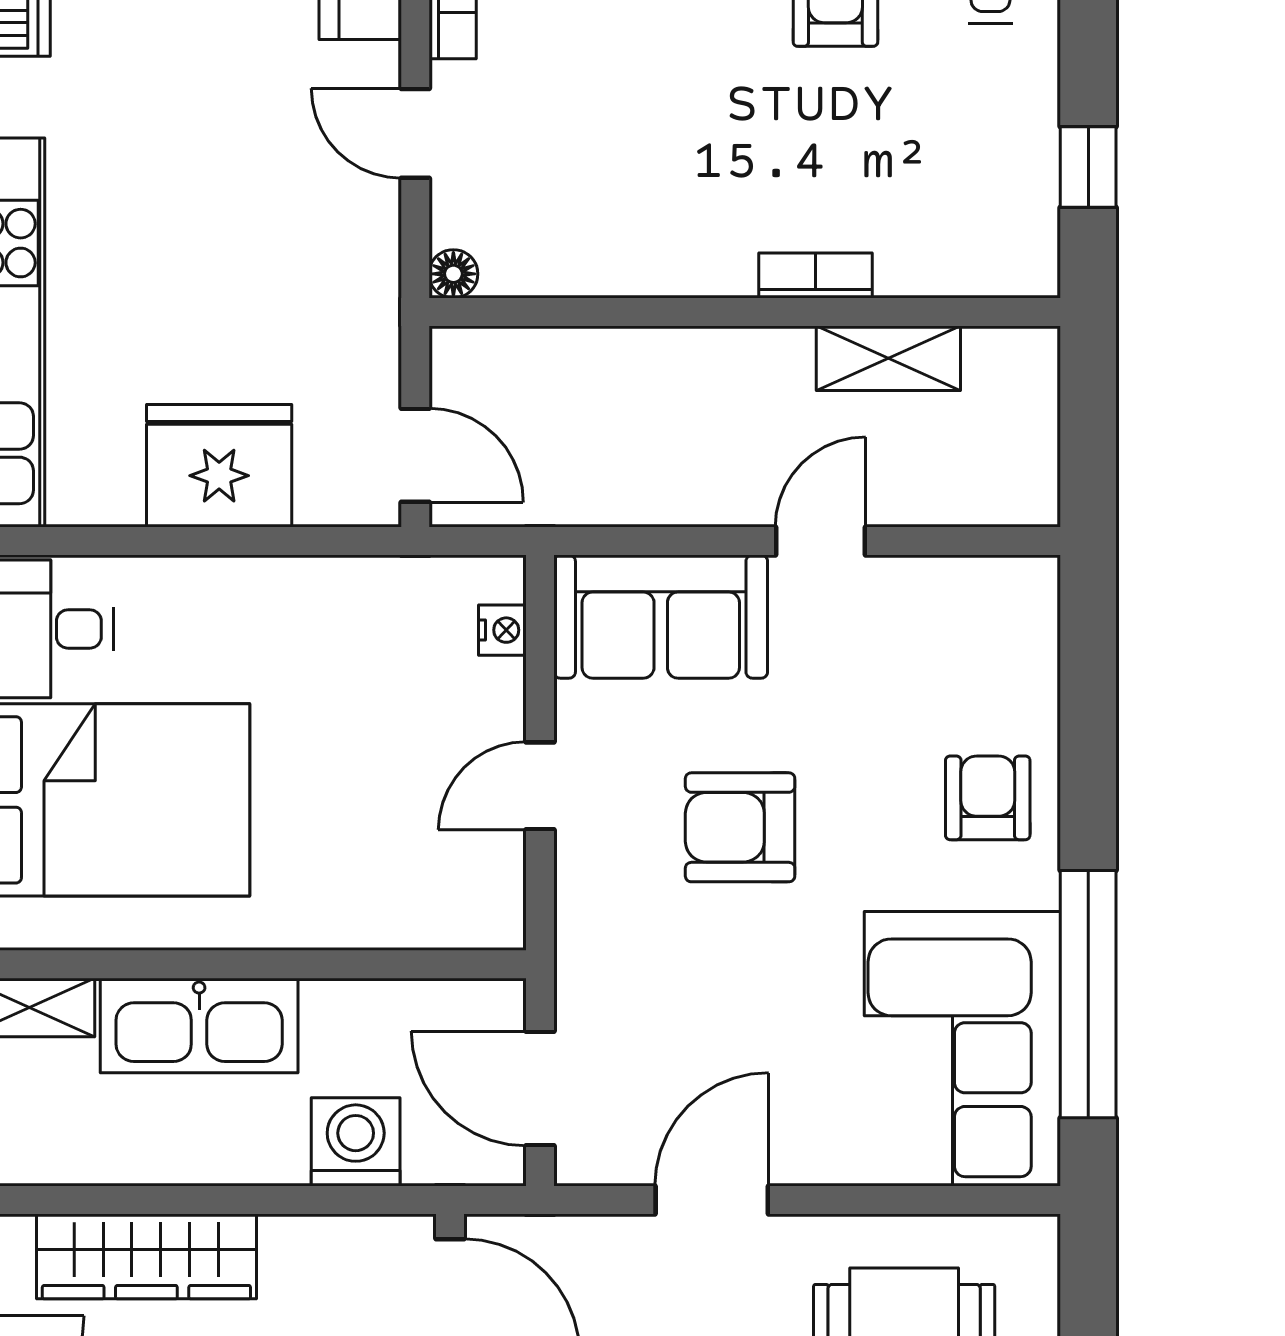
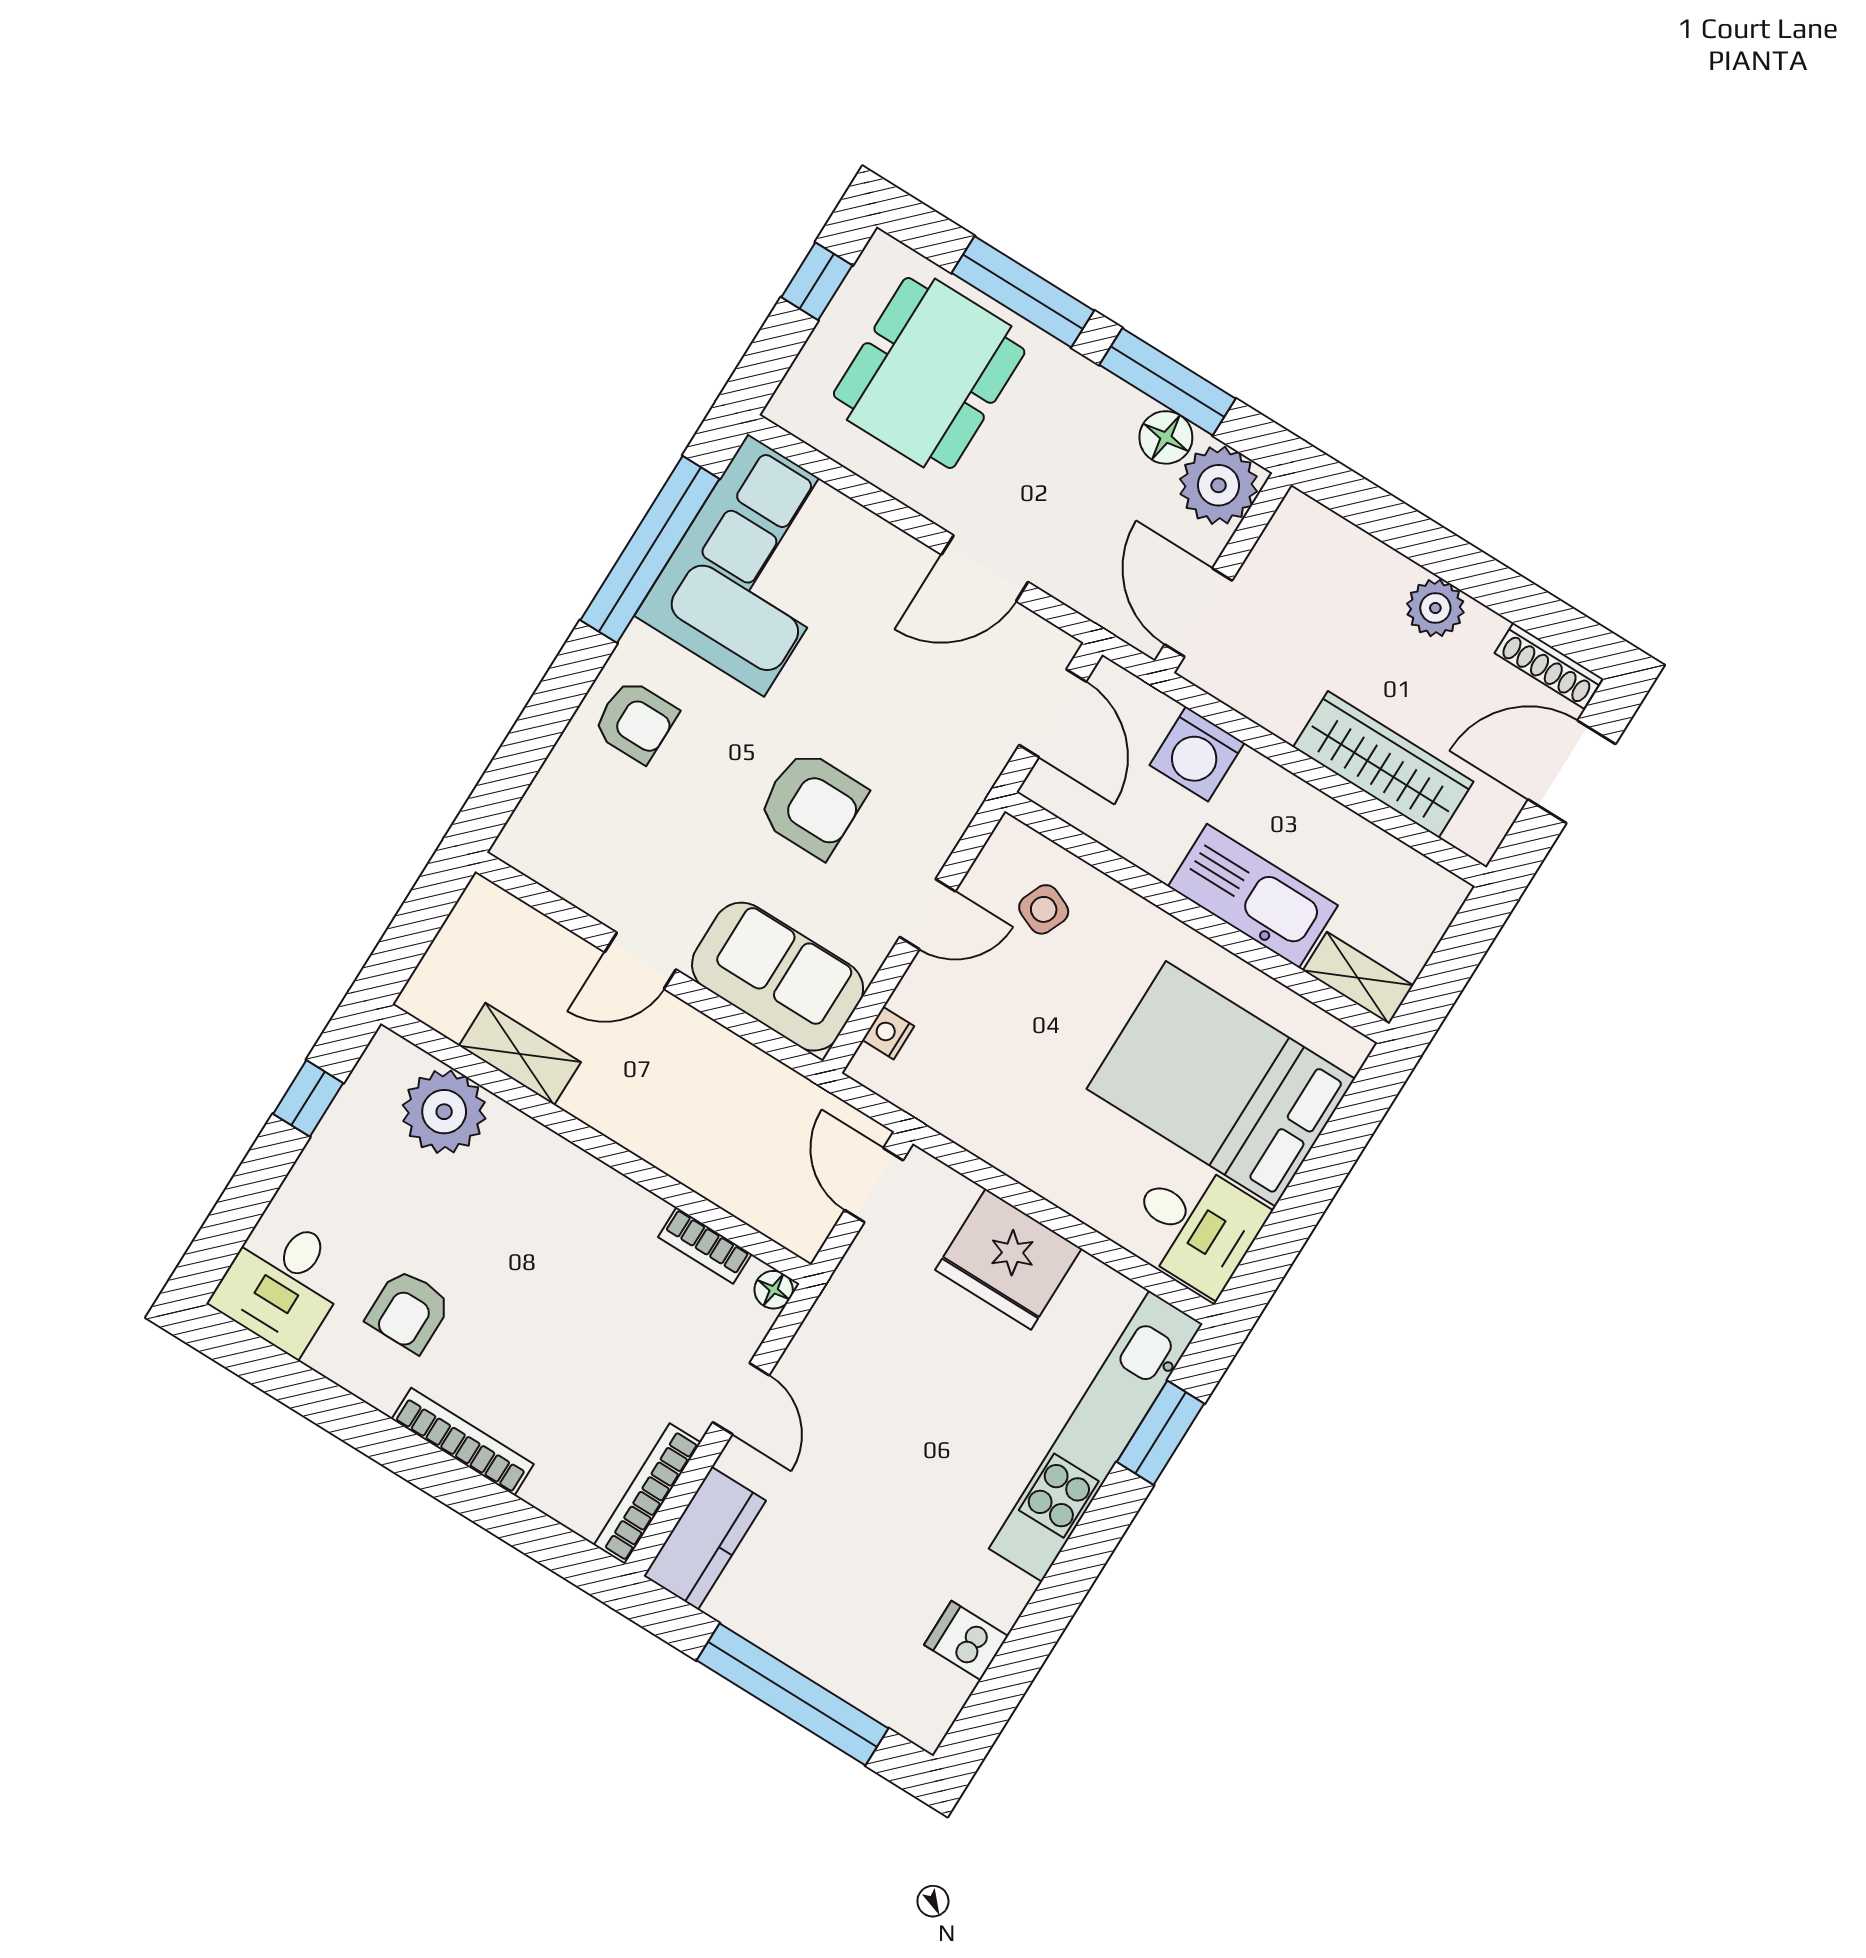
plant: (932, 244) -> (444, 1112), added
bookcase: (815, 276) -> (705, 1245), moved
armchair: (988, 798) -> (635, 721), turned -90
side table: (417, 869) -> (1044, 909), added

